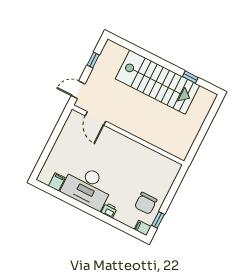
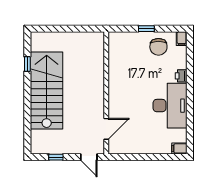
filing cabinet: (57, 182) -> (179, 148), moved
chair: (146, 203) -> (158, 47), turned 90
window: (158, 220) -> (146, 29), moved

